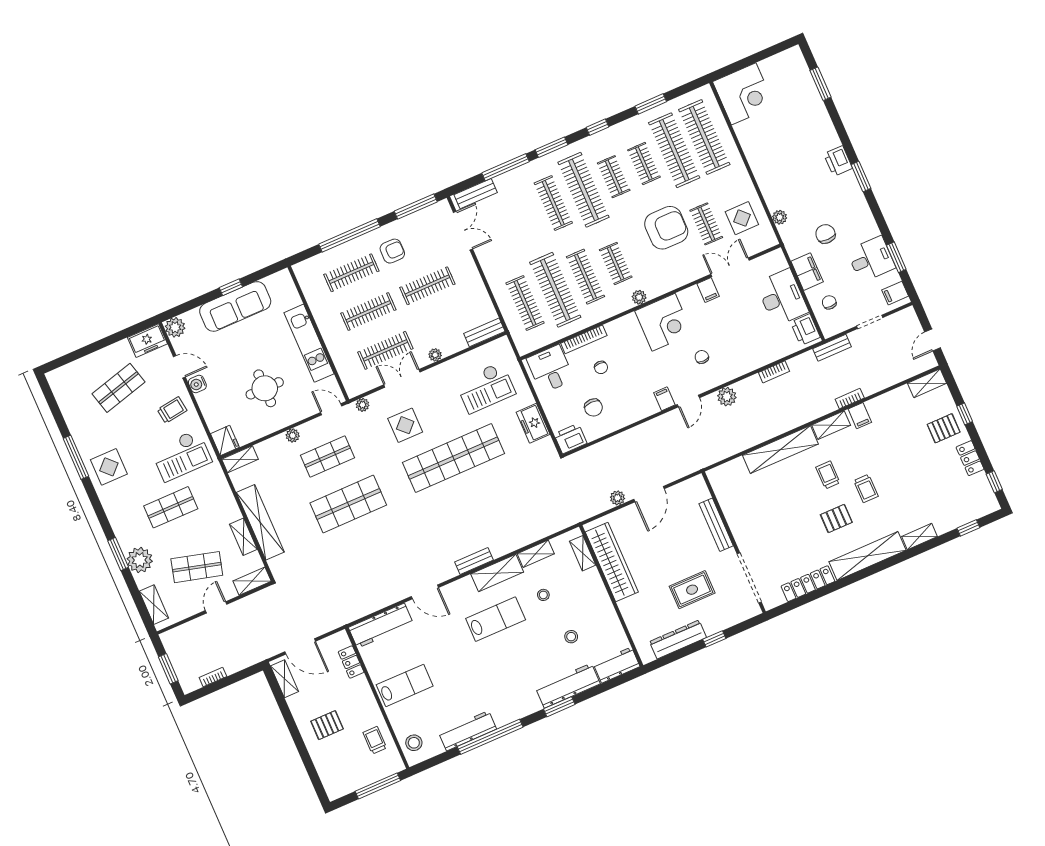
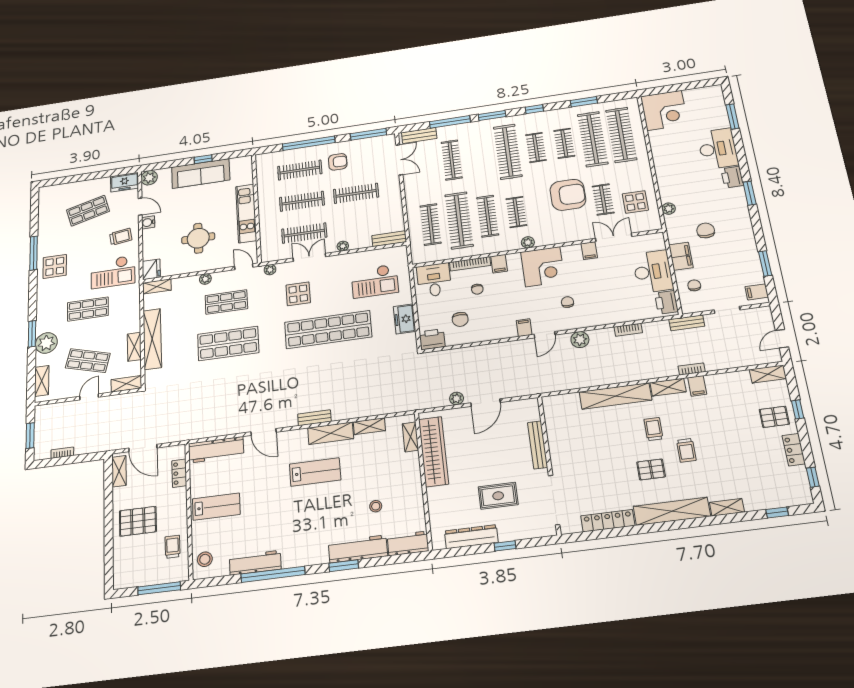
clothes rail: (553, 203) -> (452, 160), moved
desk: (871, 259) -> (718, 149), moved, width x1.37
filing cabinet: (615, 331) -> (499, 264), added
stool: (543, 595) -> (364, 463), removed
pallet: (327, 725) -> (138, 521), width x1.50, depth x1.42

